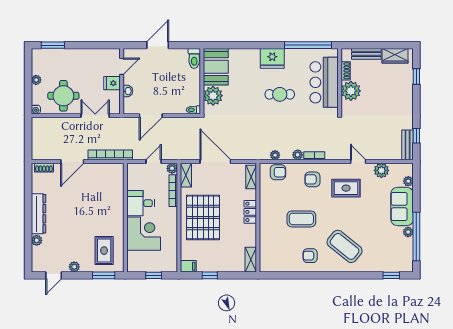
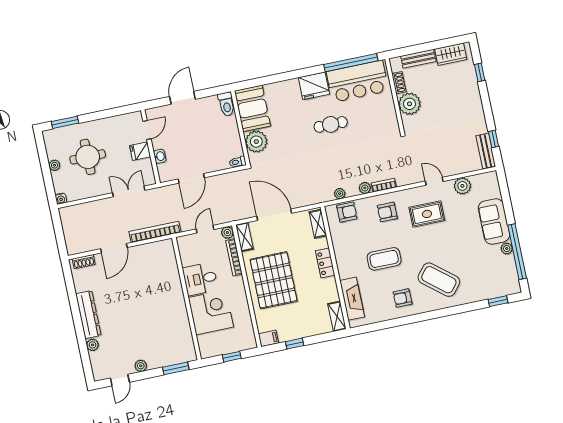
bar counter: (324, 82) -> (357, 81), moved, turned -90
round table: (63, 96) -> (88, 157), moved
plant: (408, 181) -> (495, 192), removed
fireplace: (267, 247) -> (352, 299), added
rug: (104, 251) -> (170, 341), removed

